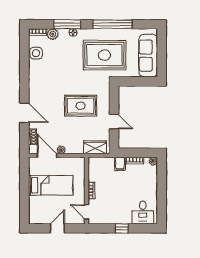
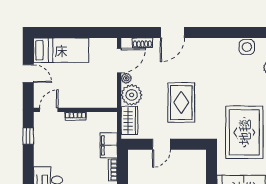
plant: (74, 145) -> (132, 95), added
filing cabinet: (120, 164) -> (109, 145), width x2.00
bed: (51, 185) -> (61, 50), moved, turned -90
window: (122, 228) -> (28, 136), moved

